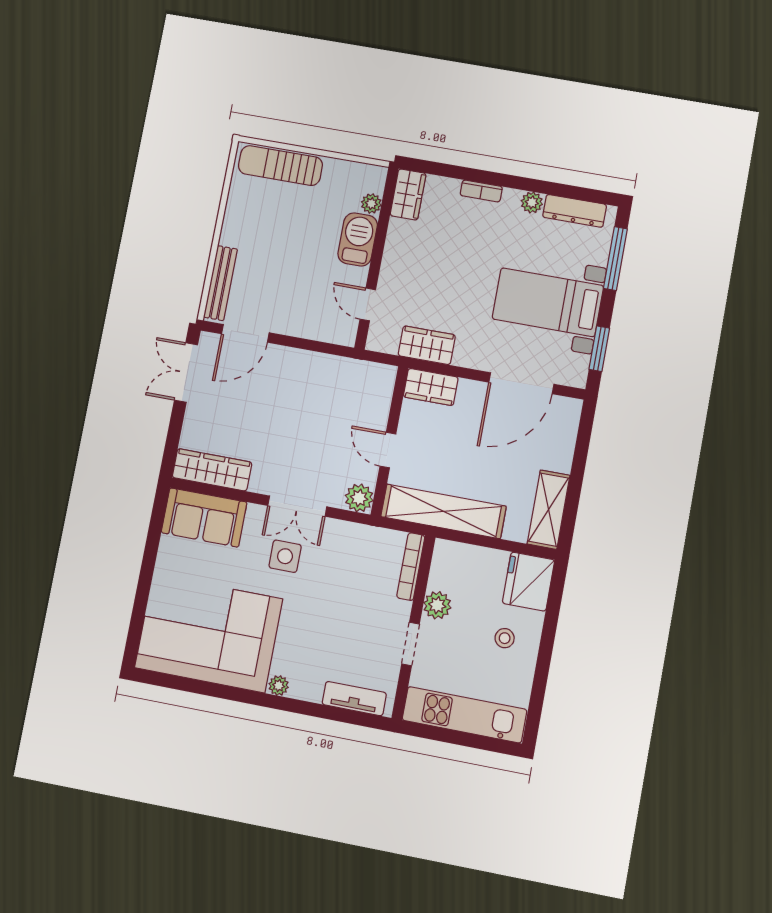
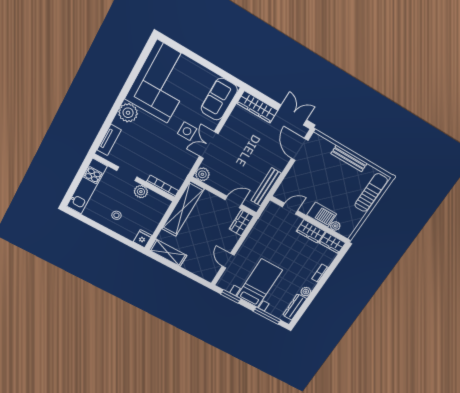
bench: (221, 283) -> (349, 158), moved
wardrobe: (427, 345) -> (311, 231), moved, turned 90
bench: (341, 367) -> (266, 187), added
door: (521, 383) -> (228, 261), width x0.53
door: (388, 450) -> (233, 202), moved
wardrobe: (212, 470) -> (257, 107), moved, turned 90
fridge: (528, 582) -> (143, 239), width x0.53, depth x0.75
plant: (279, 686) -> (128, 113), width x1.87, depth x1.87

